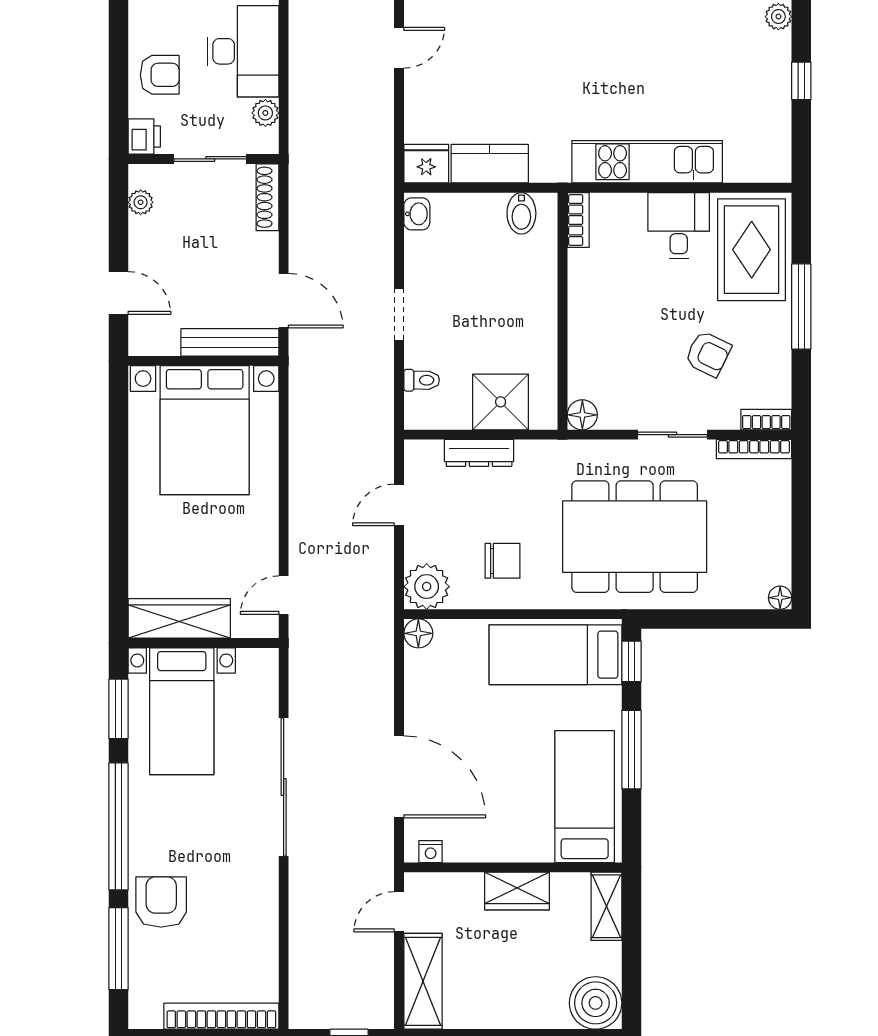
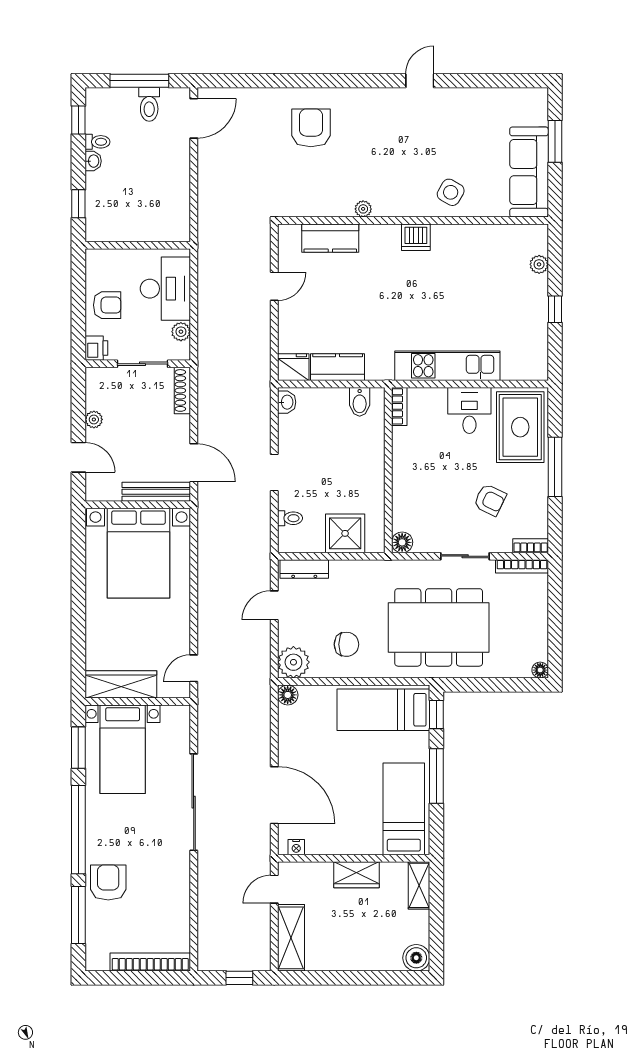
plant: (141, 202) -> (94, 419), moved
dresser: (479, 453) -> (304, 569), moved
boiler: (596, 1003) -> (416, 958), width x0.73, depth x0.73

